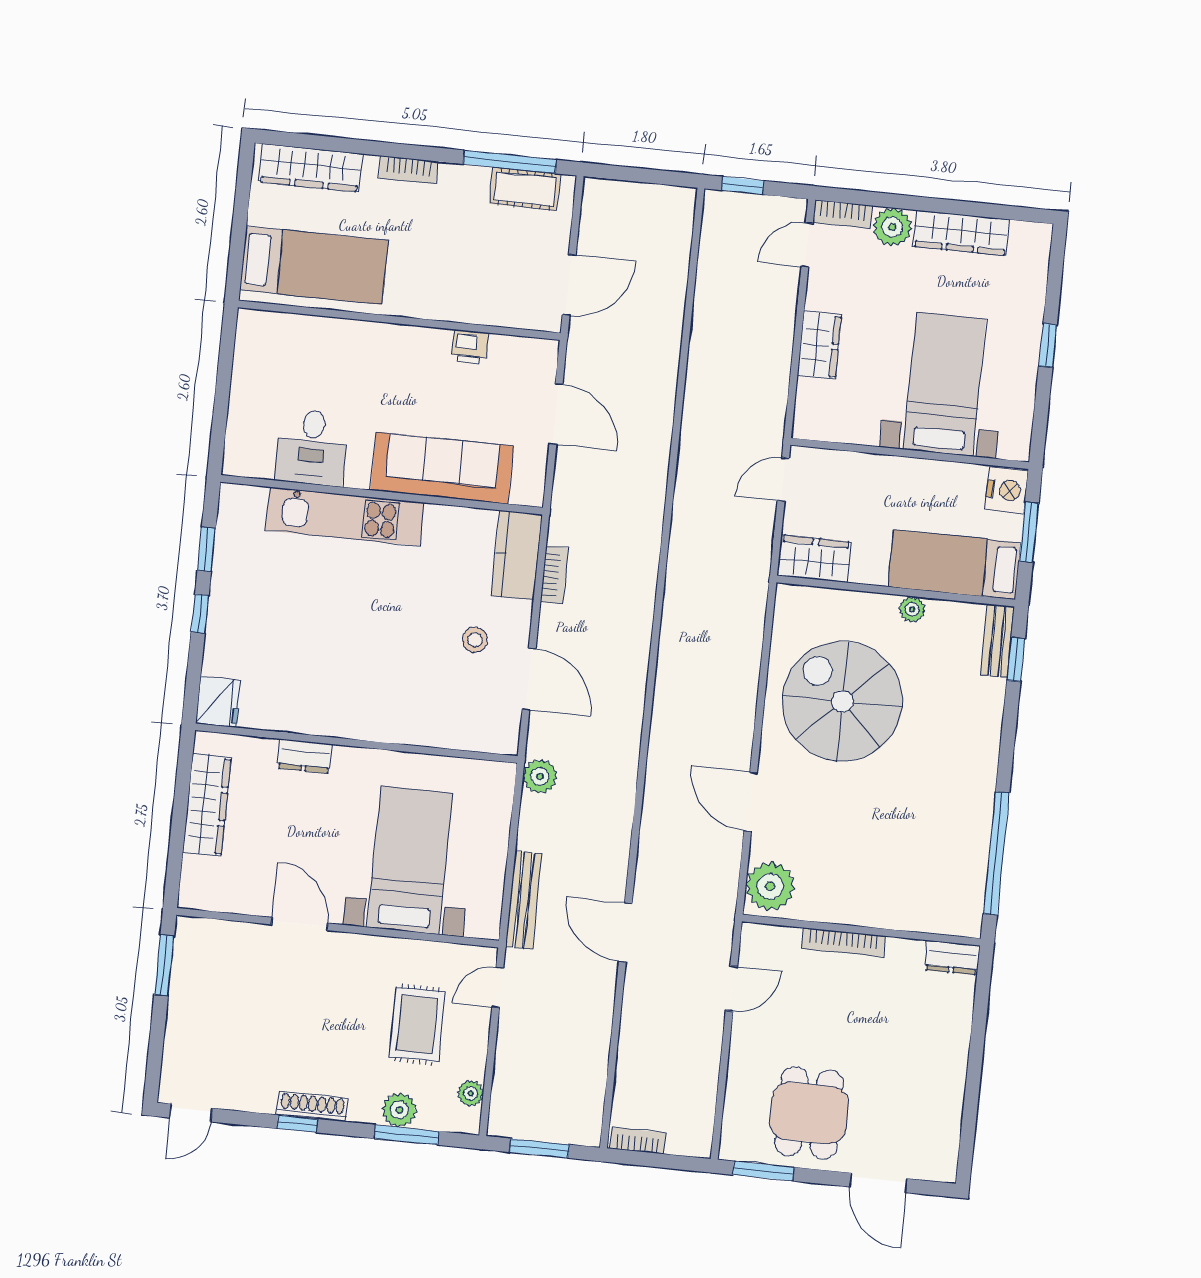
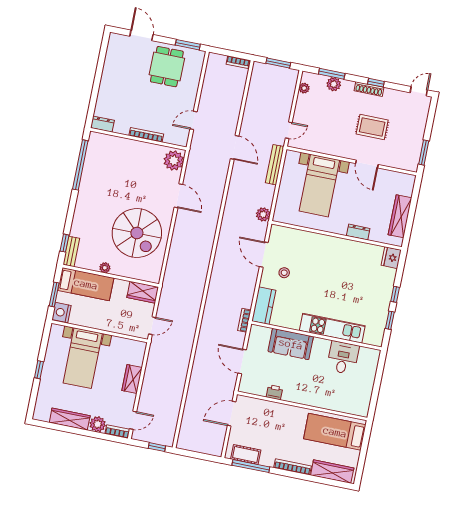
bookcase: (408, 170) -> (293, 467), width x1.56
sofa: (442, 468) -> (291, 344), width x0.73
bookcase: (554, 575) -> (244, 320), moved
rug: (417, 1024) -> (372, 127), moved, turned 90

